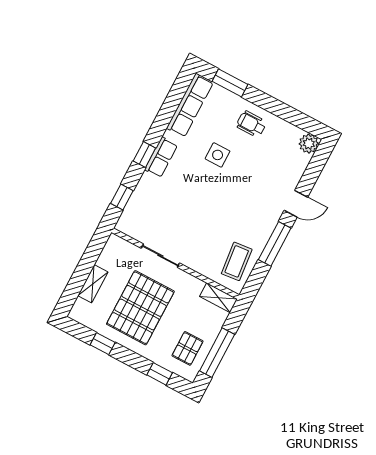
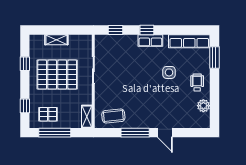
plant: (309, 144) -> (203, 106), moved

